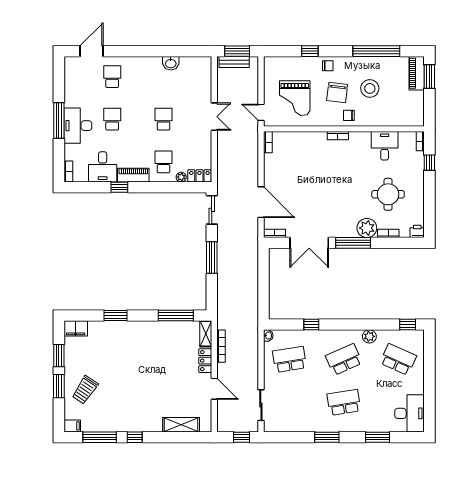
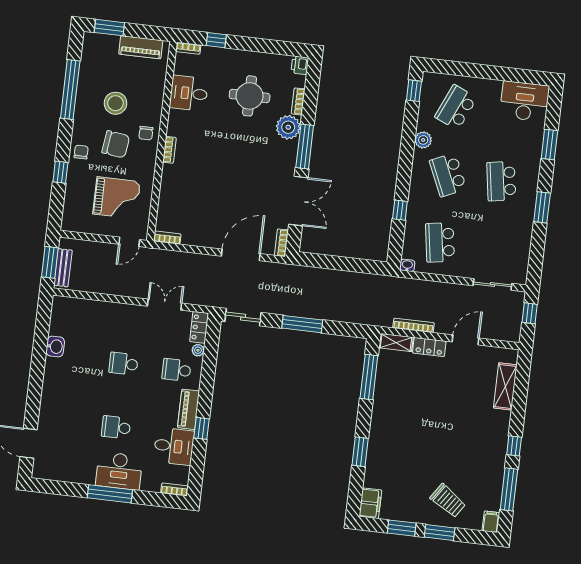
piano: (417, 73) -> (141, 47), moved
school desk: (112, 77) -> (63, 421), removed
double door: (214, 117) -> (164, 305), moved

